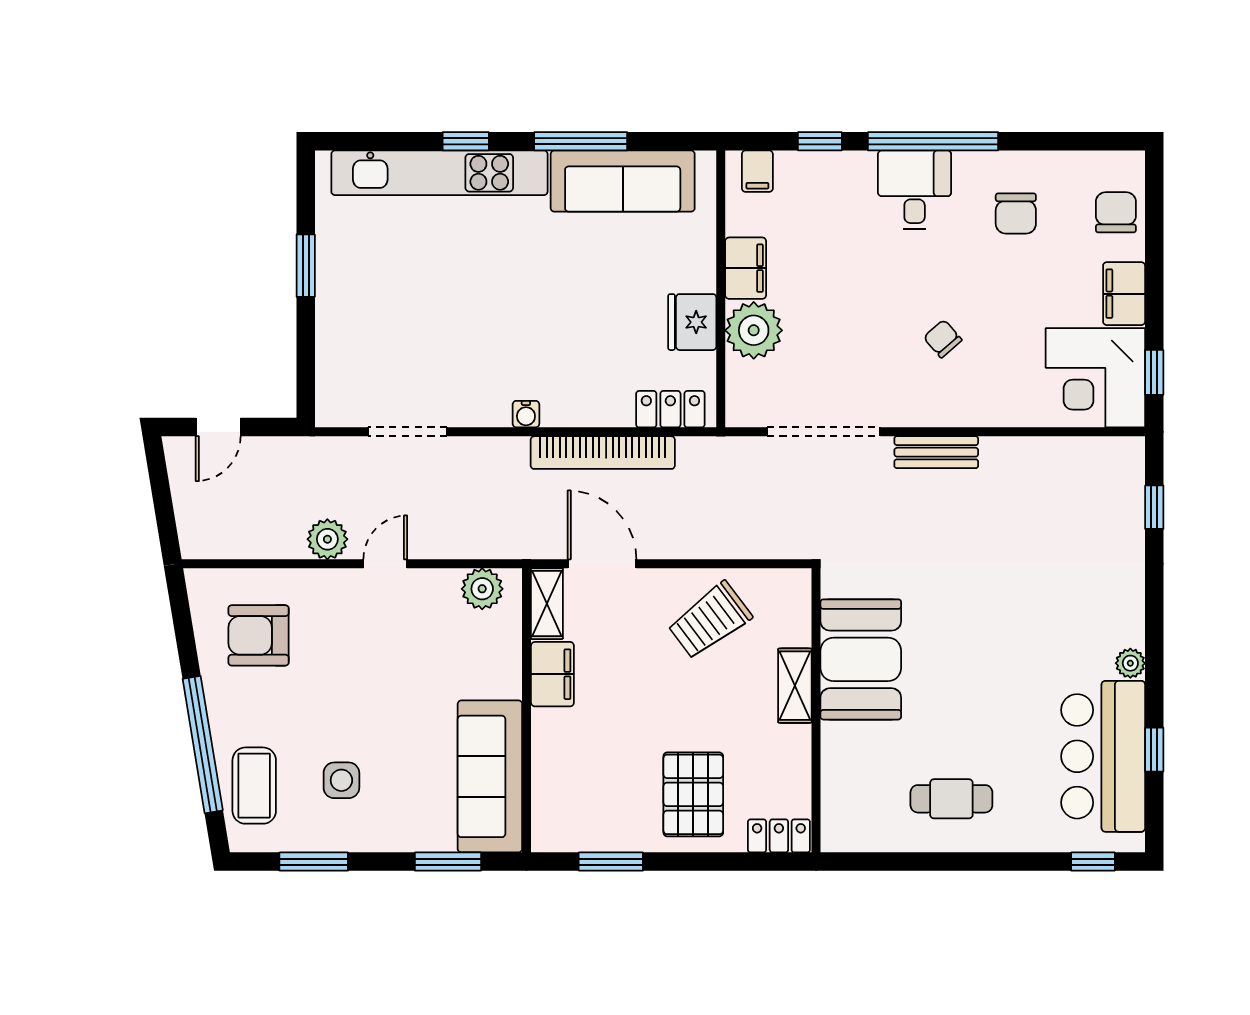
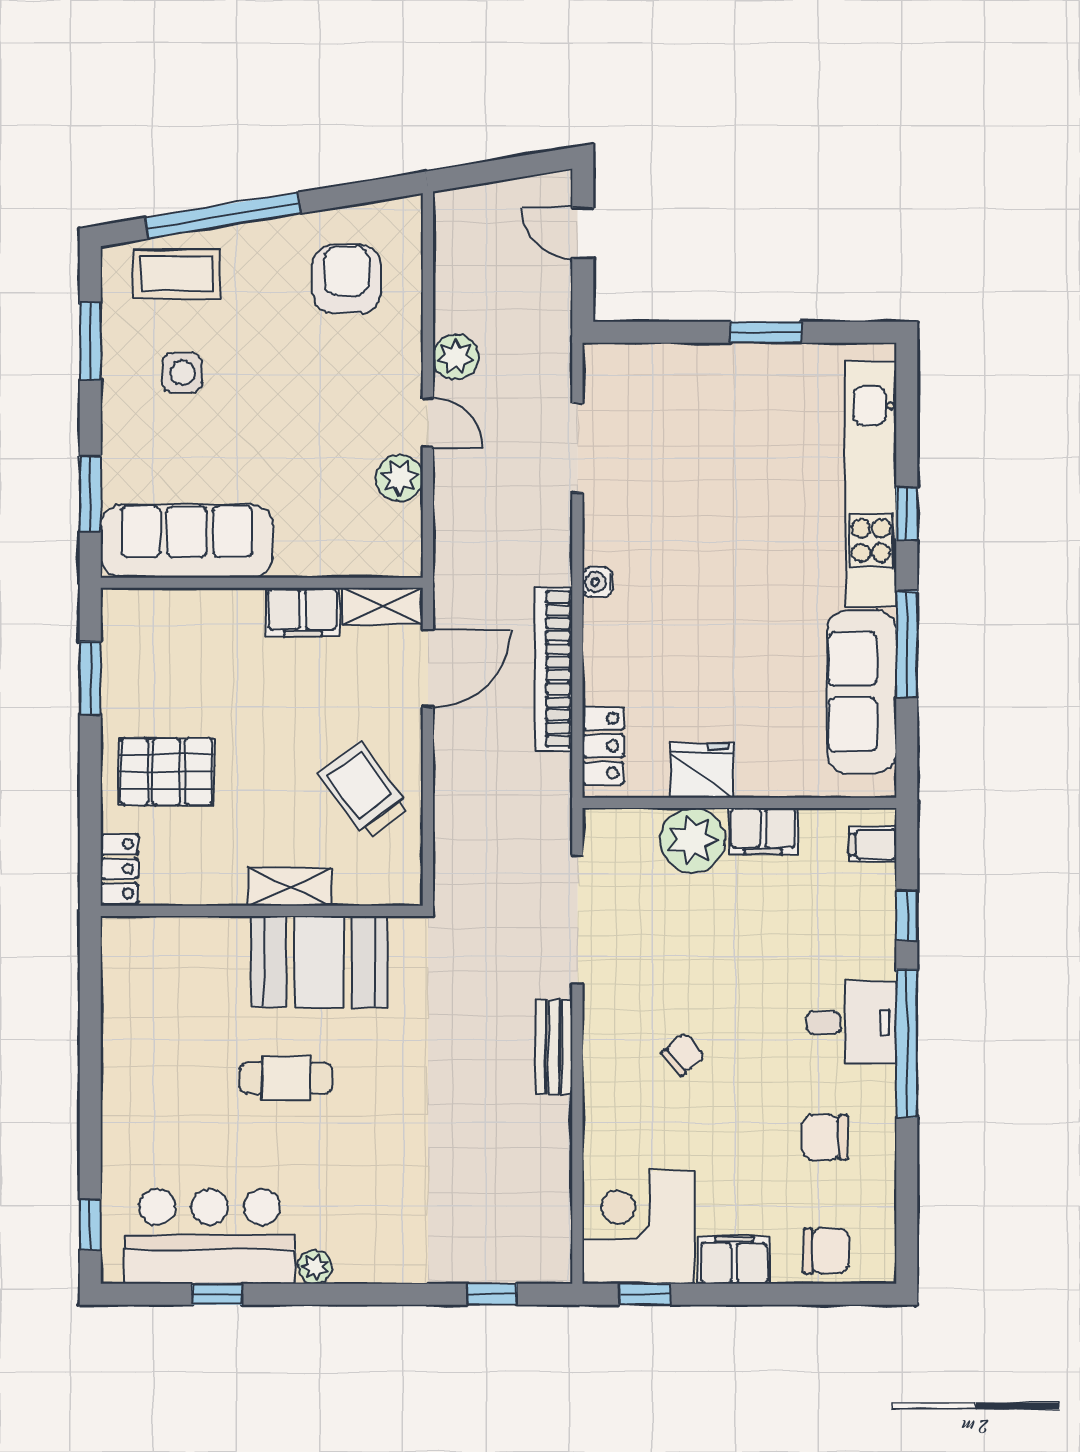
plant: (482, 589) -> (399, 478), moved
cafe table: (951, 799) -> (286, 1078), moved, turned 90

